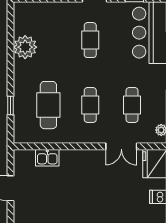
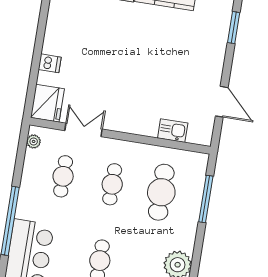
window: (11, 105) -> (206, 199), width x2.17

